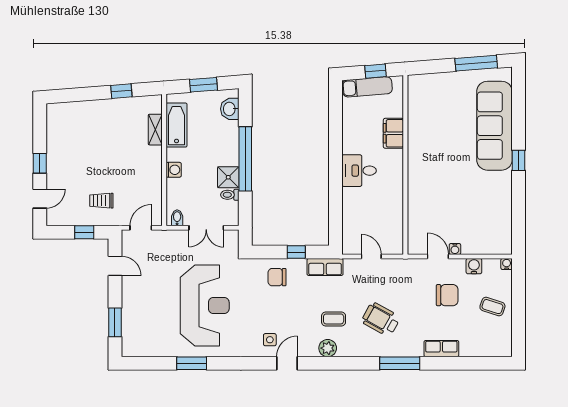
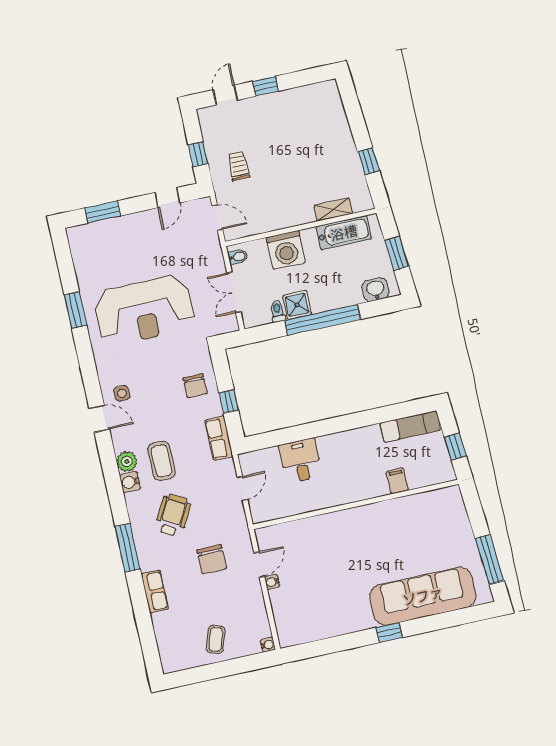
exam couch: (367, 87) -> (410, 426), moved, turned -86
filing cabinet: (393, 133) -> (397, 481), width x0.50
washing machine: (174, 170) -> (286, 250), width x1.89, depth x1.89
desk: (359, 171) -> (301, 461), moved
door: (40, 199) -> (225, 95), swing flipped
water cooler: (474, 266) -> (130, 482), moved, turned 180
chair: (277, 277) -> (195, 386), turned 180
chair: (447, 295) -> (212, 559), moved
coffee table: (334, 319) -> (162, 461), width x1.36, depth x1.30

